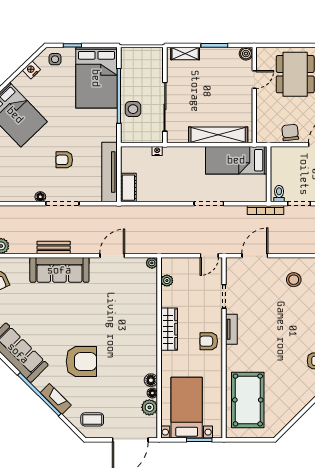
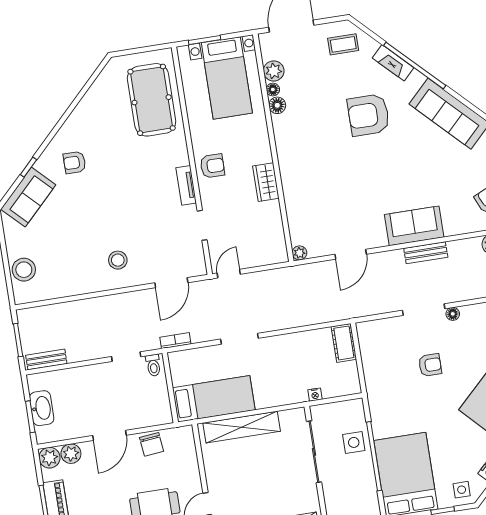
tv unit: (109, 172) -> (371, 359), removed
bookcase: (265, 210) -> (175, 341), width x0.64
sofa: (59, 270) -> (414, 226), width x0.73
plant: (167, 281) -> (277, 234), removed
wardrobe: (169, 329) -> (266, 182), width x0.67

